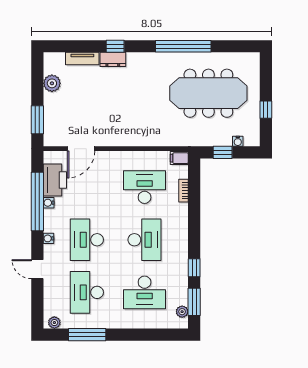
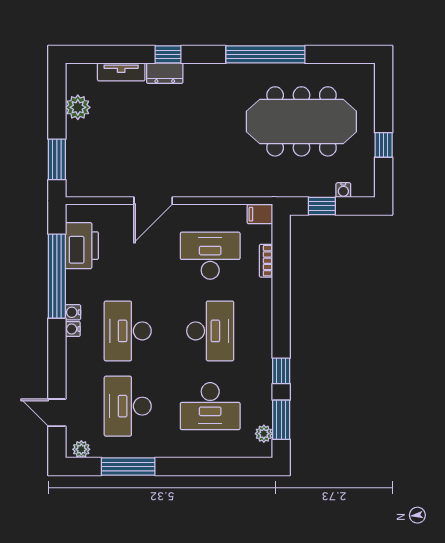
door: (81, 149) -> (153, 201), moved
water cooler: (49, 203) -> (73, 312), moved
door: (37, 269) -> (57, 413), moved

